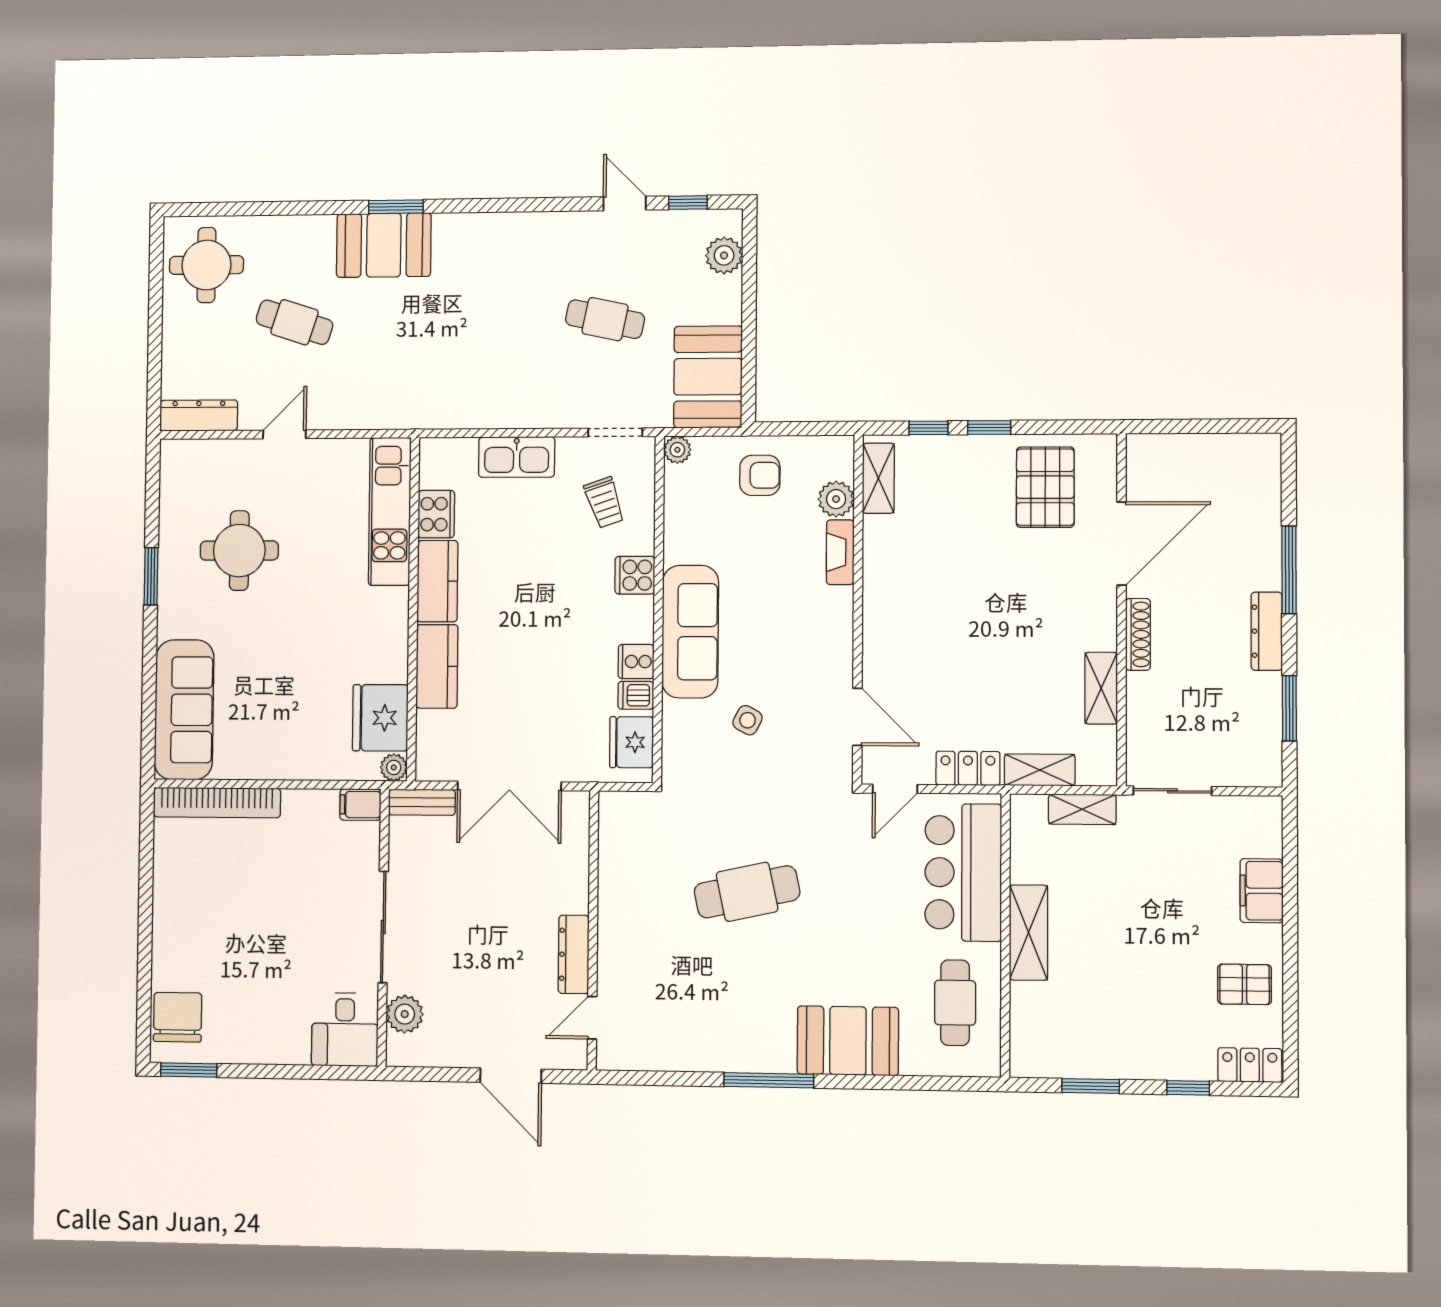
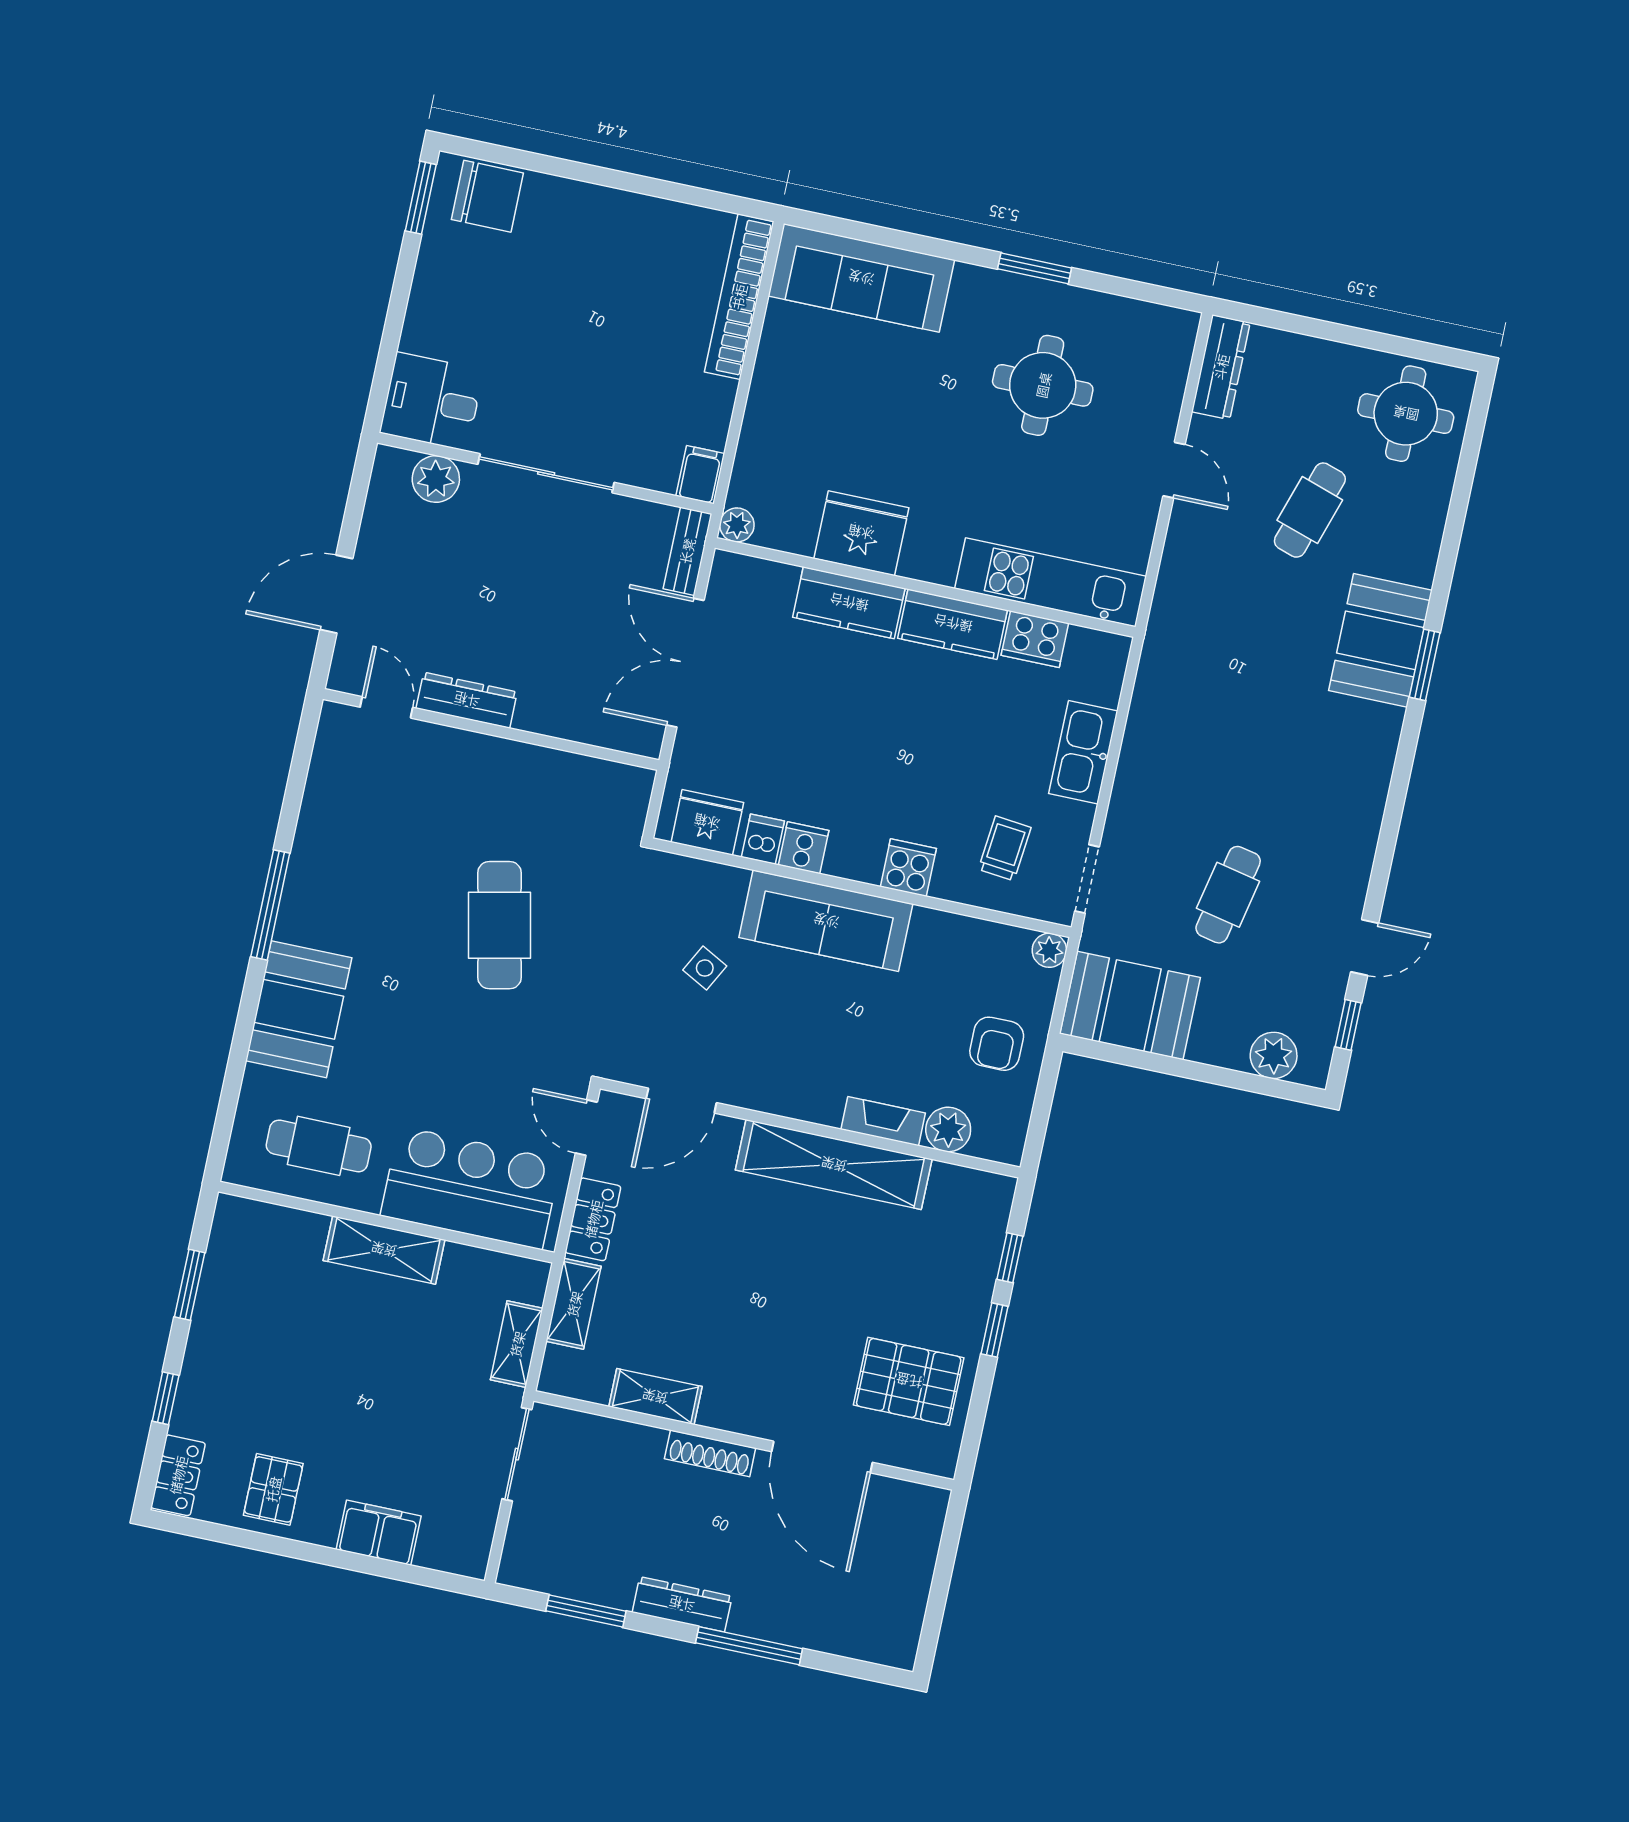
shelving: (878, 478) -> (834, 1165), moved, width x2.20, depth x1.33
trolley: (604, 502) -> (1005, 848), turned 115
fridge: (380, 718) -> (861, 533), moved

